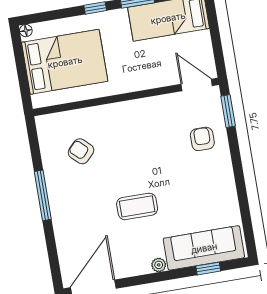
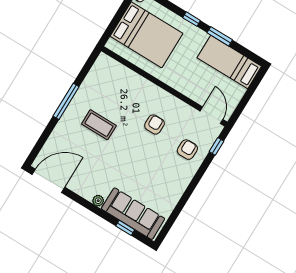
window: (228, 111) -> (216, 146), width x0.67
armchair: (81, 151) -> (154, 124), moved, turned 47
coffee table: (137, 206) -> (99, 125), moved

